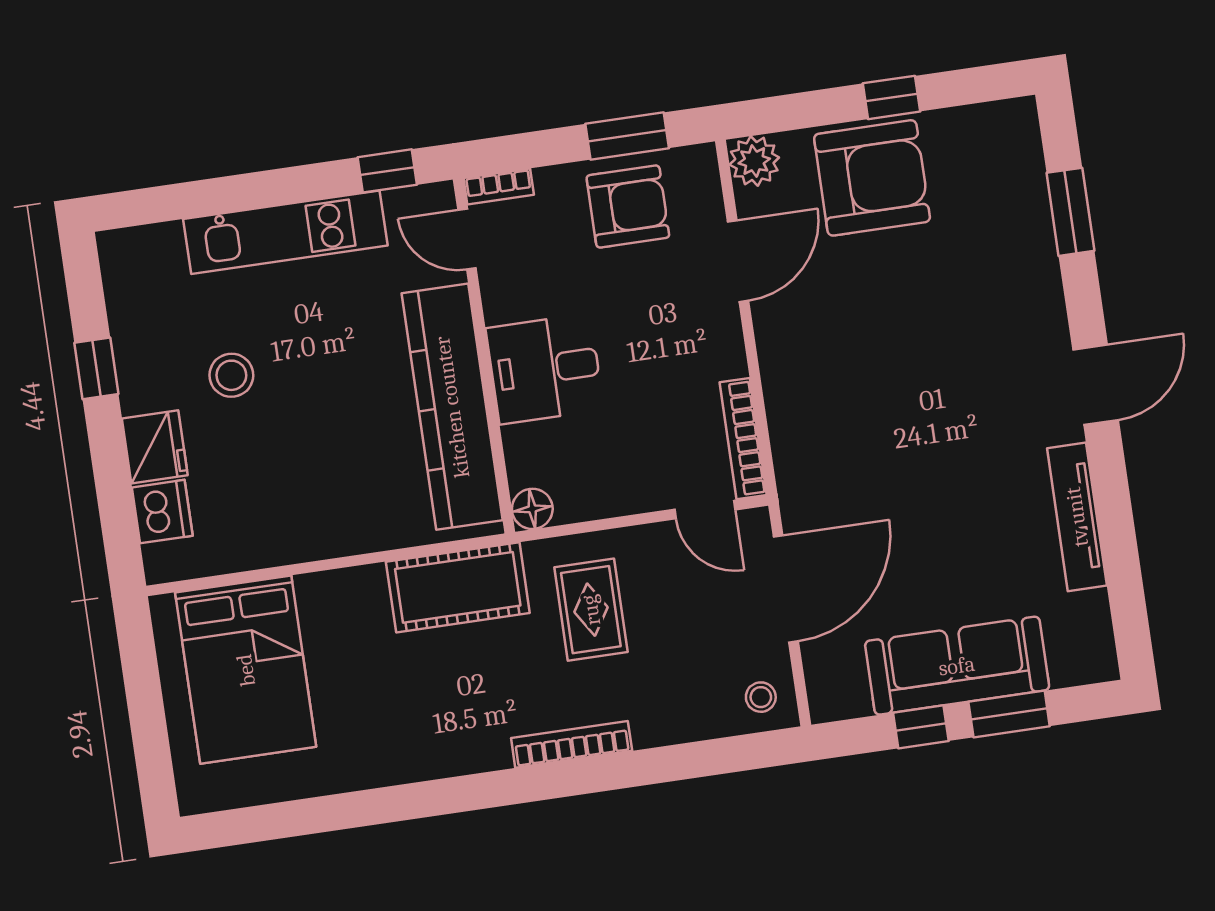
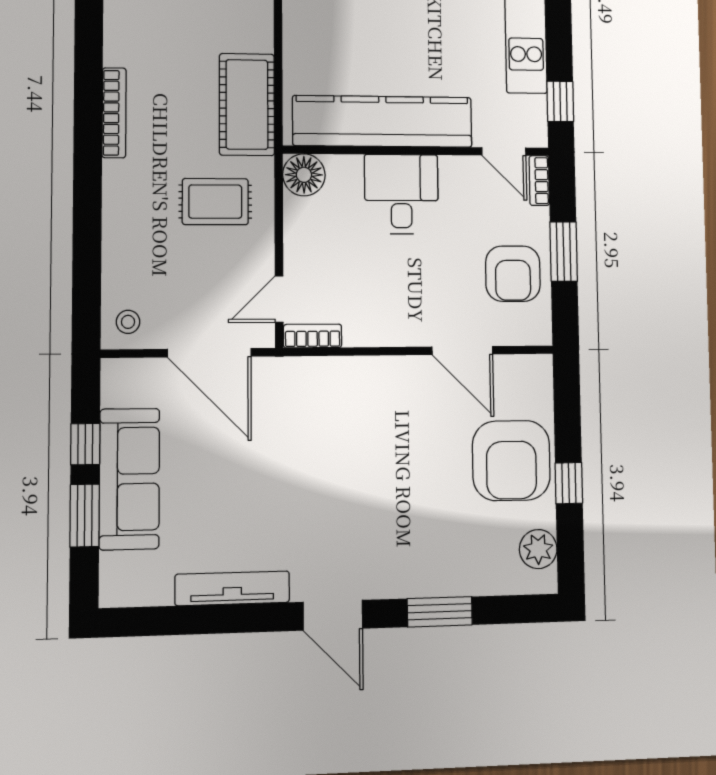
window: (627, 136) -> (564, 252), moved
plant: (754, 161) -> (538, 549), moved
window: (1070, 212) -> (440, 612), moved
door: (467, 239) -> (504, 152), swing flipped
bookcase: (743, 439) -> (313, 336), width x0.64
floor lamp: (532, 509) -> (304, 175), width x1.38, depth x1.38
bookcase: (572, 744) -> (114, 113), moved

